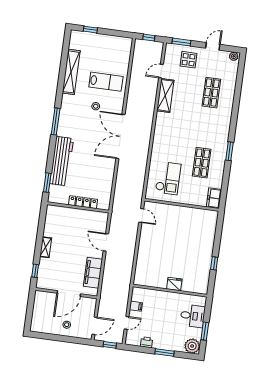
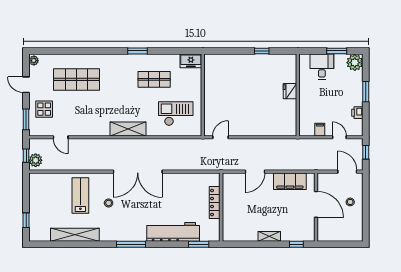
plant: (143, 46) -> (36, 160), added
shop shelf: (211, 93) -> (76, 79), width x1.43, depth x1.36
shelving: (165, 95) -> (128, 129), moved

